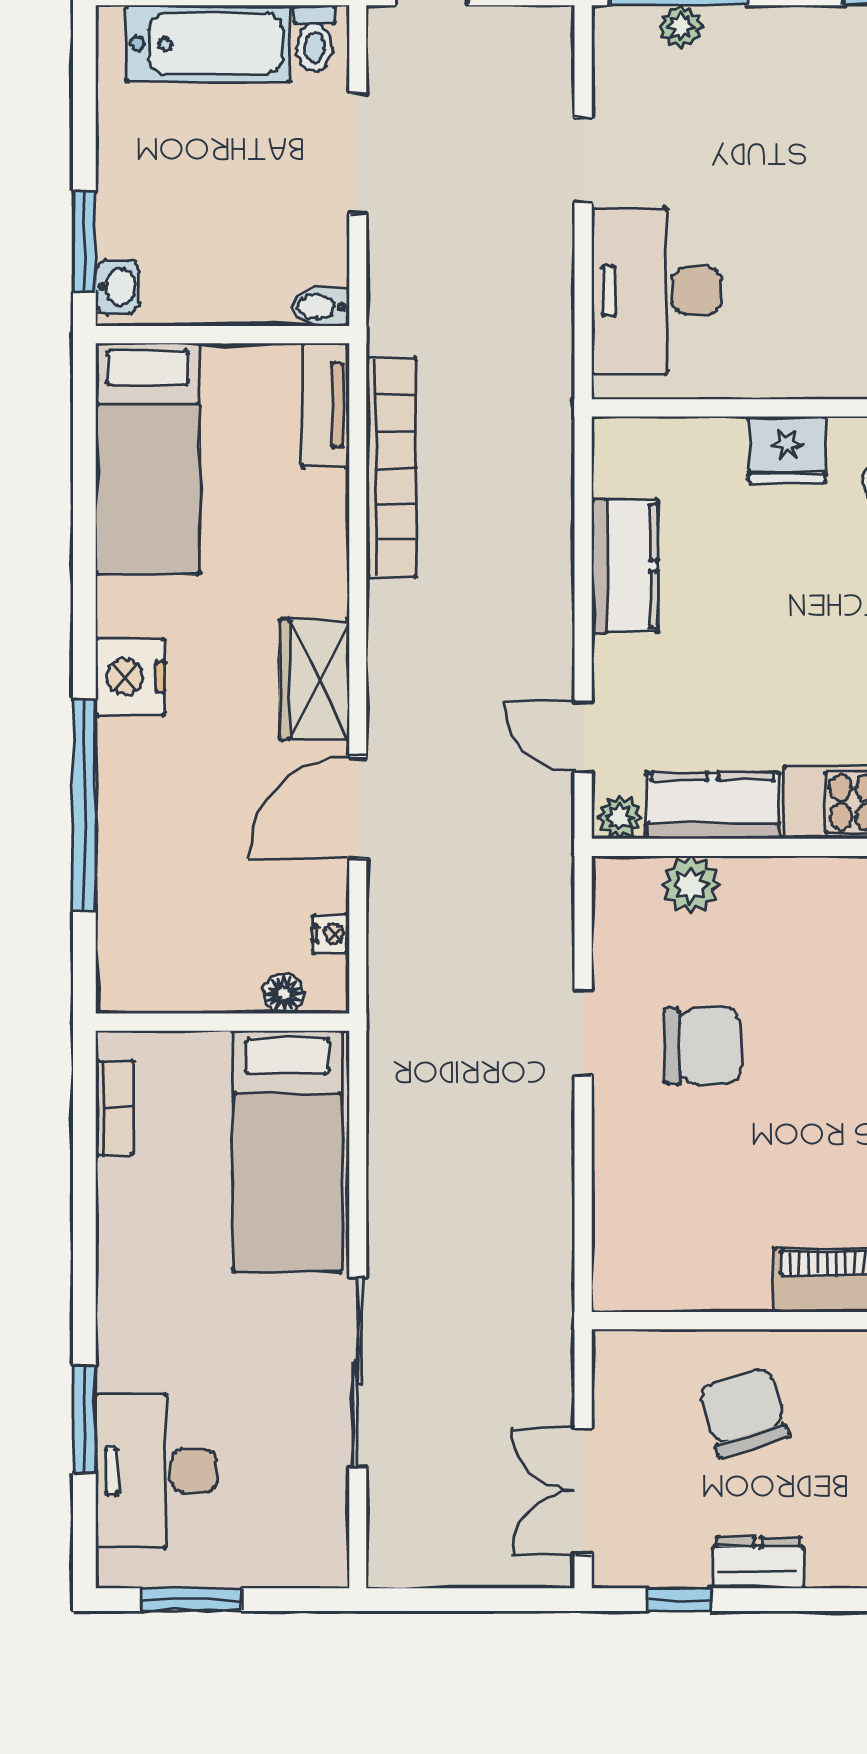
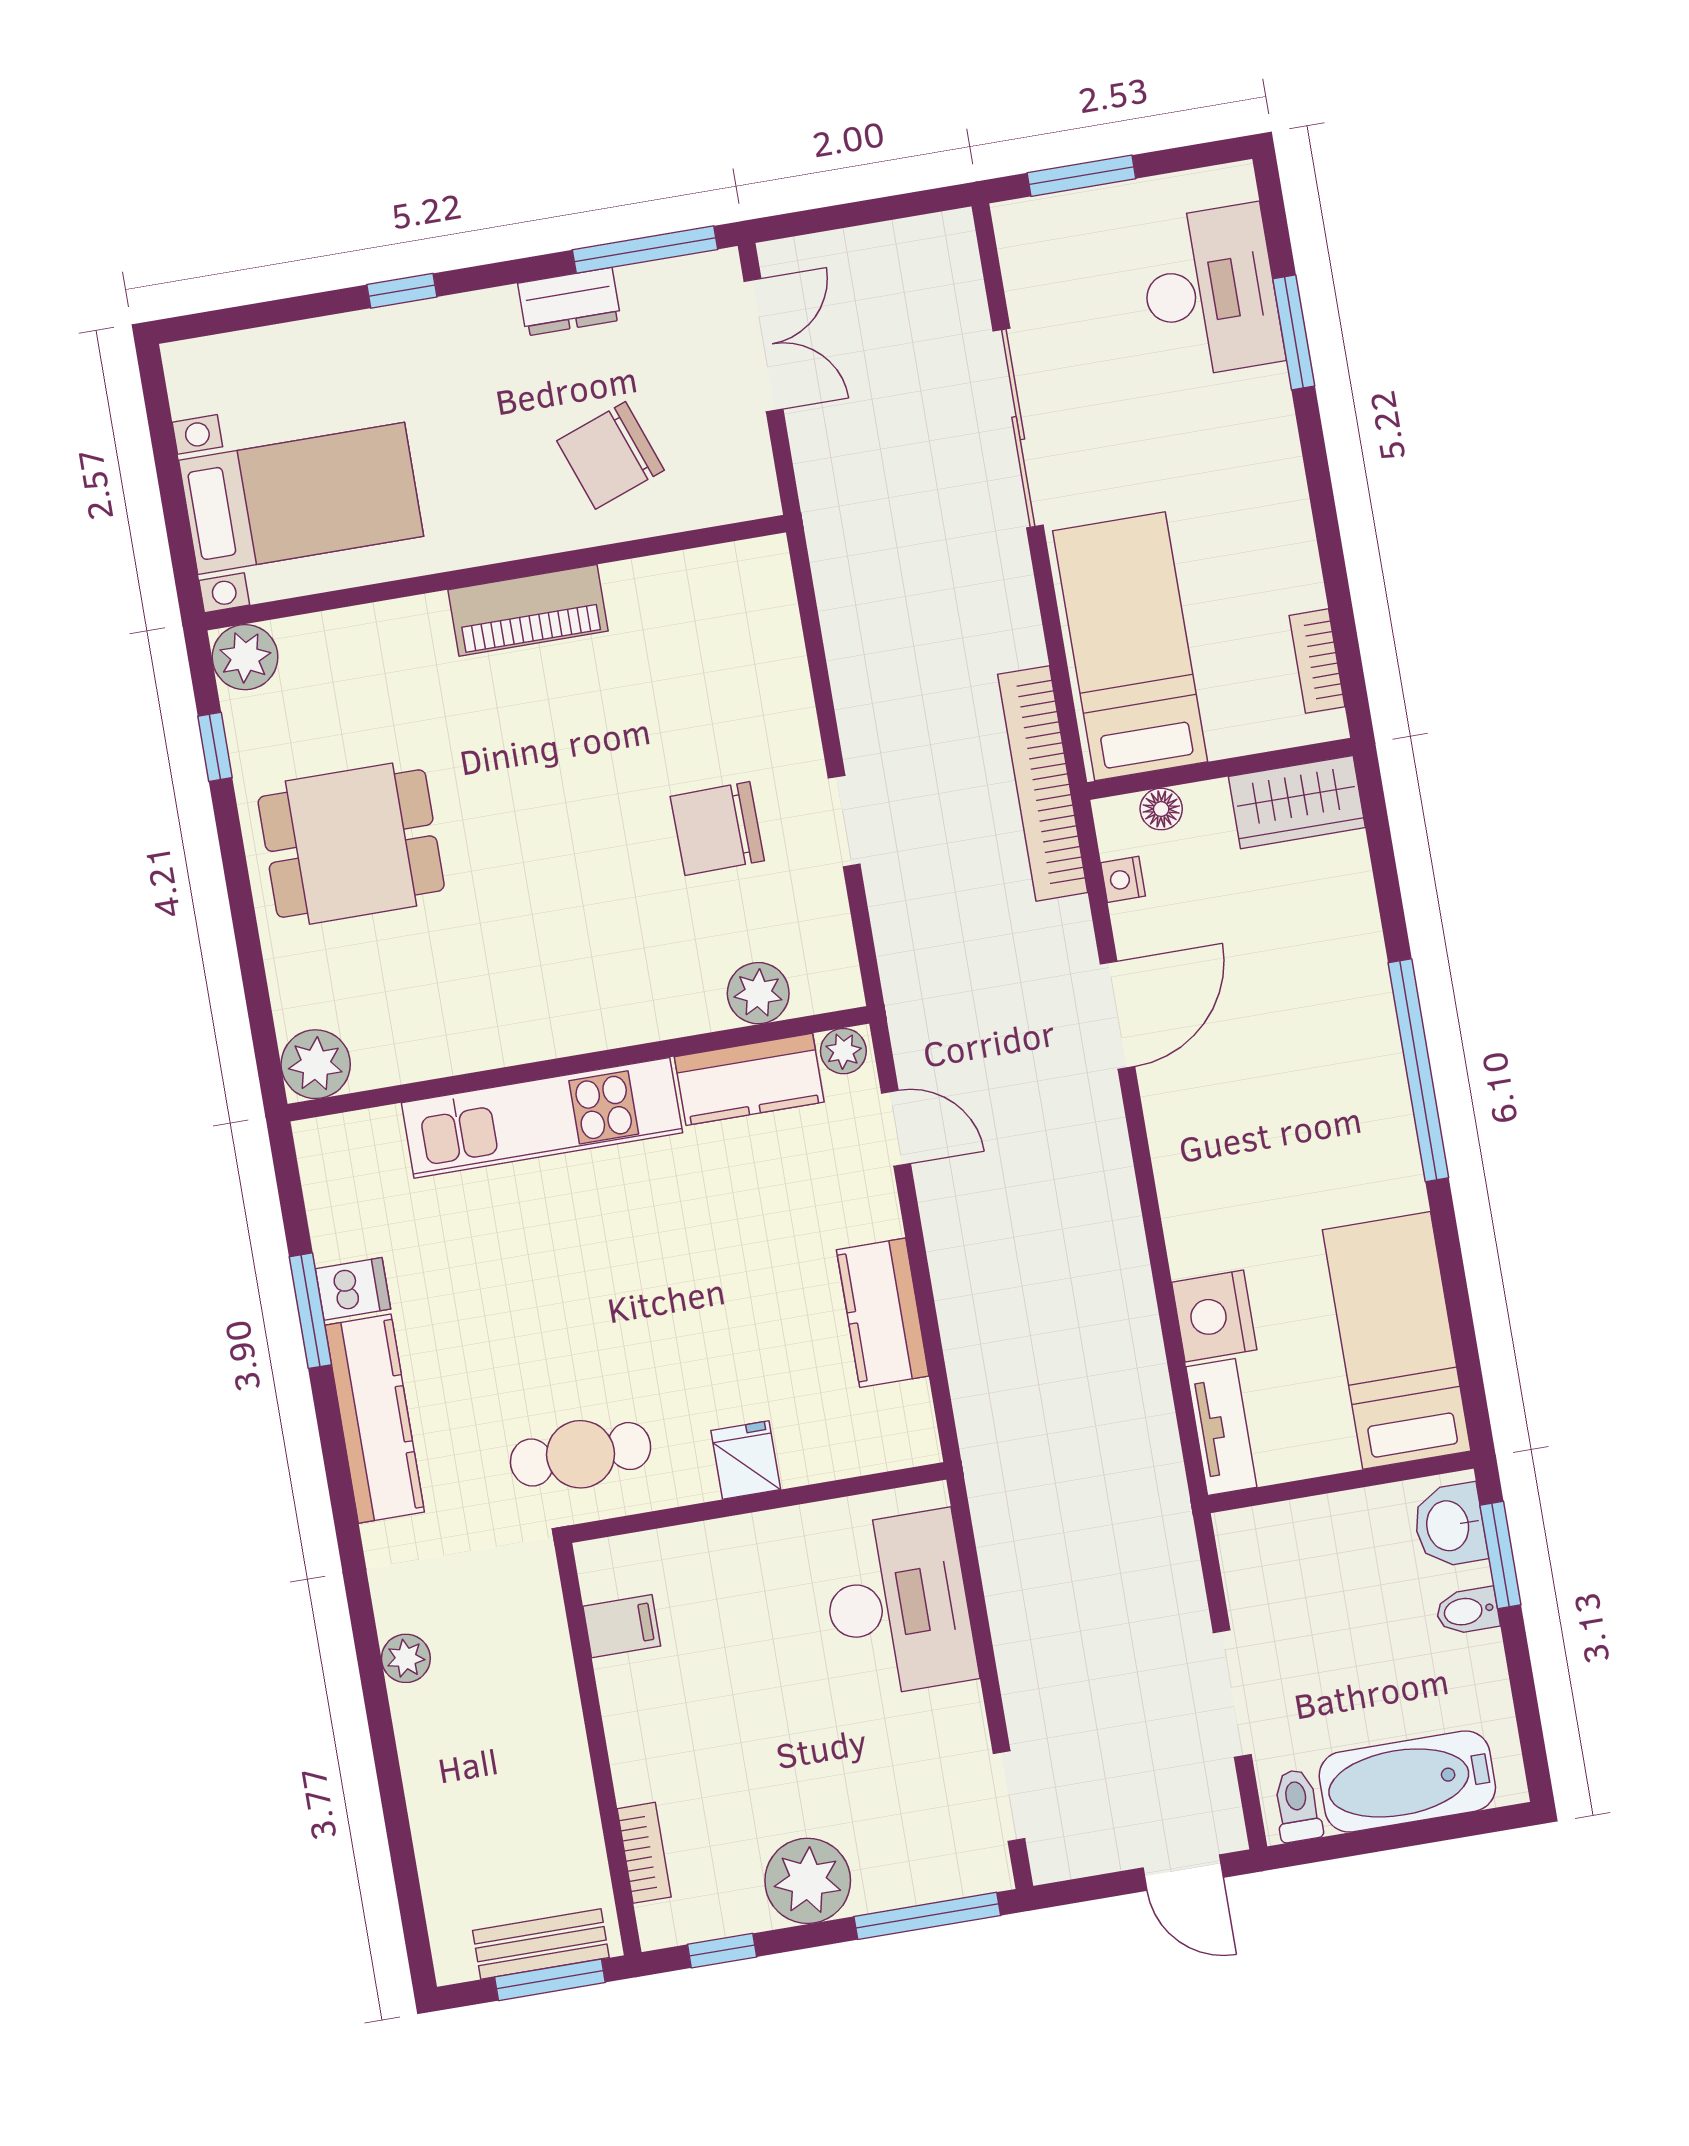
plant: (681, 27) -> (808, 1881), moved, width x1.88, depth x1.88
doorway: (583, 160) -> (1009, 1796), moved
washbasin: (118, 287) -> (1450, 1525), width x1.38, depth x1.45
bidet: (321, 307) -> (1467, 1611), moved, turned 180
fridge: (787, 450) -> (746, 1460), width x0.72
bookcase: (391, 468) -> (1043, 783), moved
nightstand: (130, 677) -> (1214, 1316), moved, turned 180
wardrobe: (314, 679) -> (1297, 802), moved, turned 90
window: (84, 806) -> (1418, 1070), moved
chair: (744, 1412) -> (611, 455), turned 87
window: (191, 1600) -> (1081, 176), moved
window: (679, 1600) -> (645, 250), width x2.17

